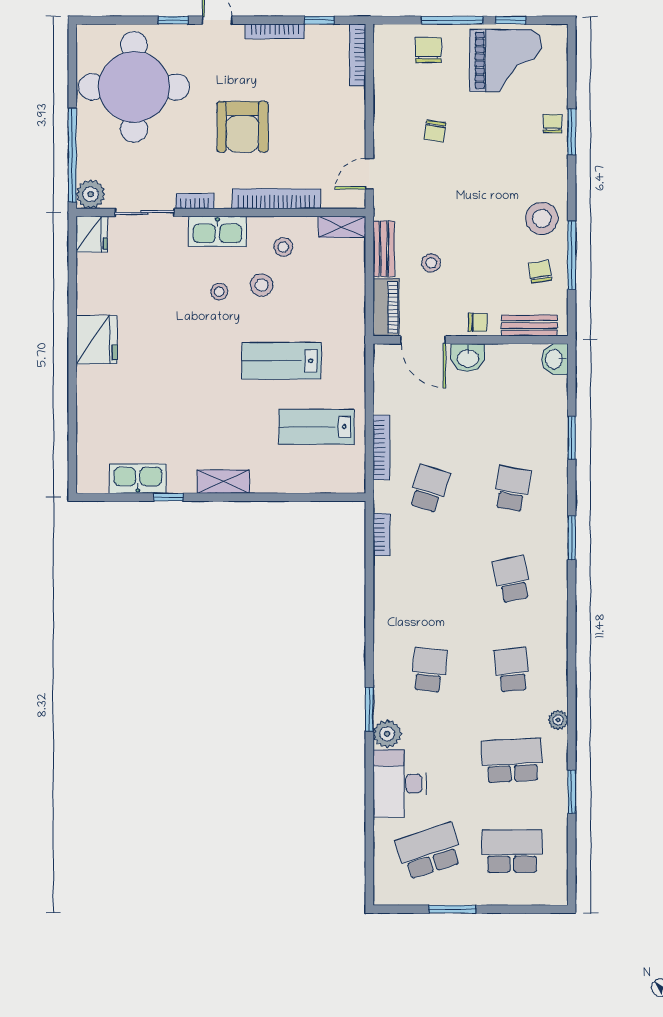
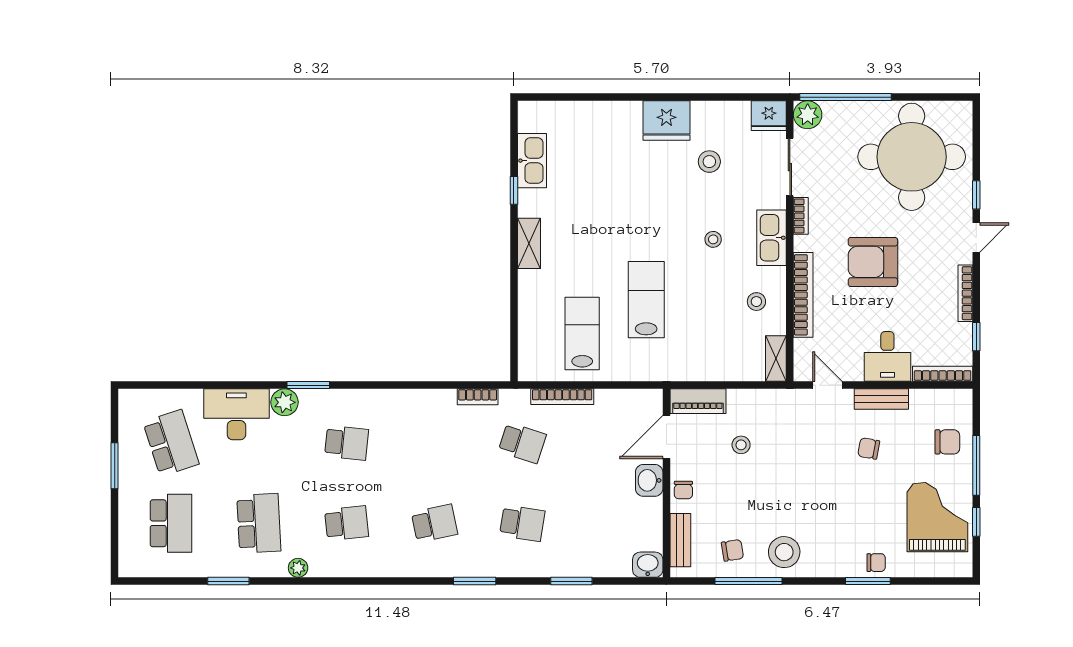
grand piano: (506, 60) -> (937, 517), turned 180
desk: (340, 112) -> (887, 356), added
bench: (384, 249) -> (881, 399), moved
stool: (262, 285) -> (709, 162), moved

